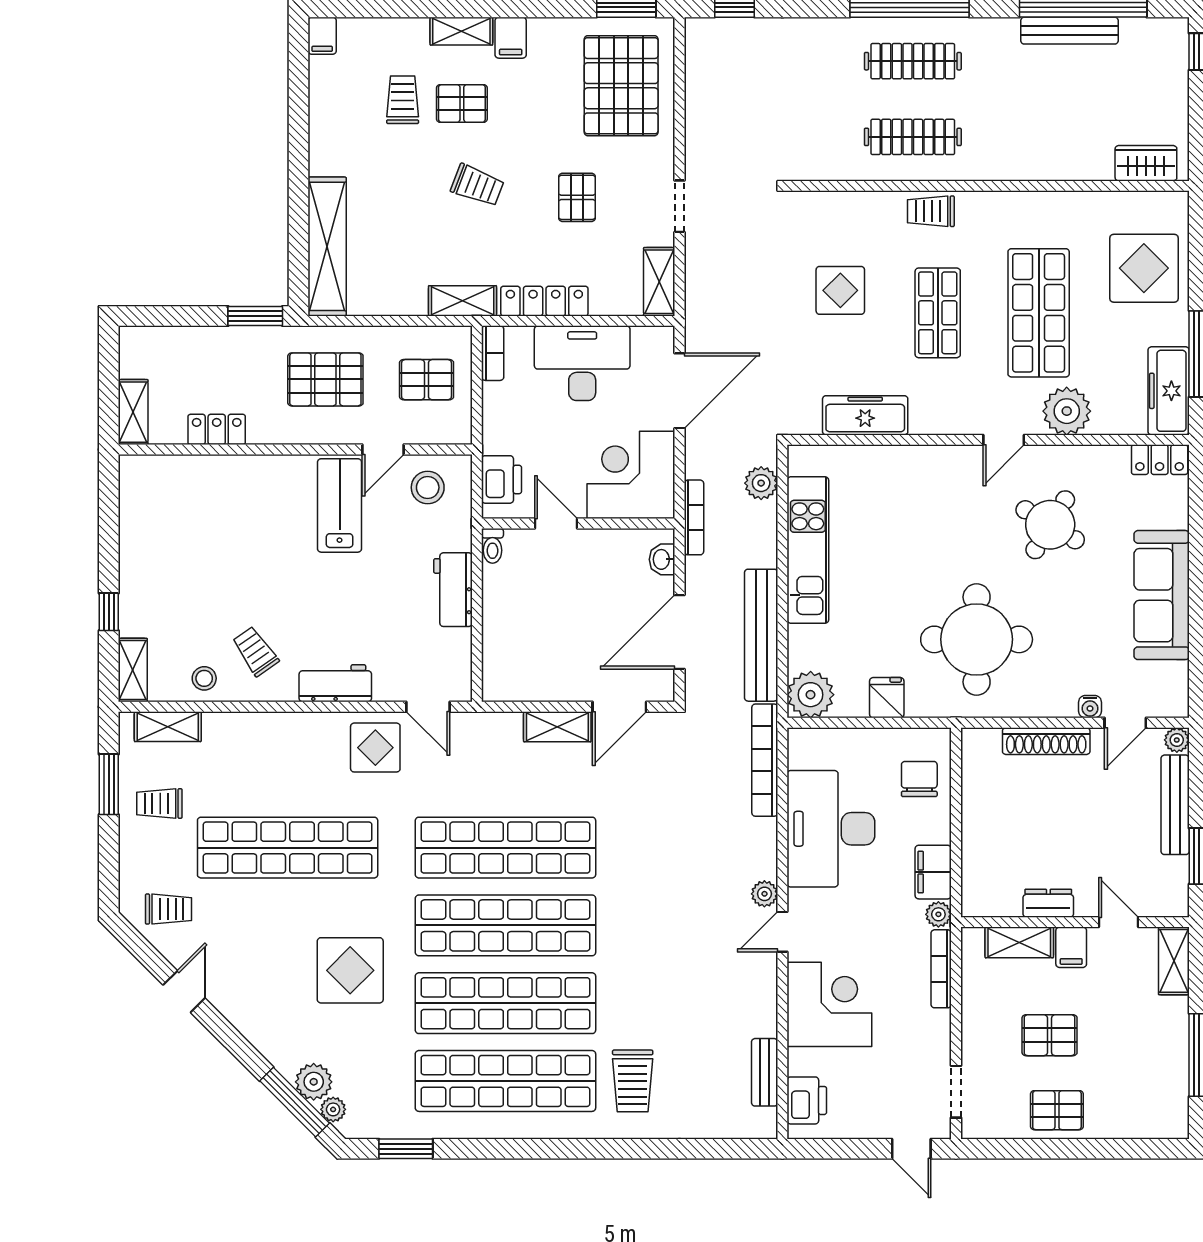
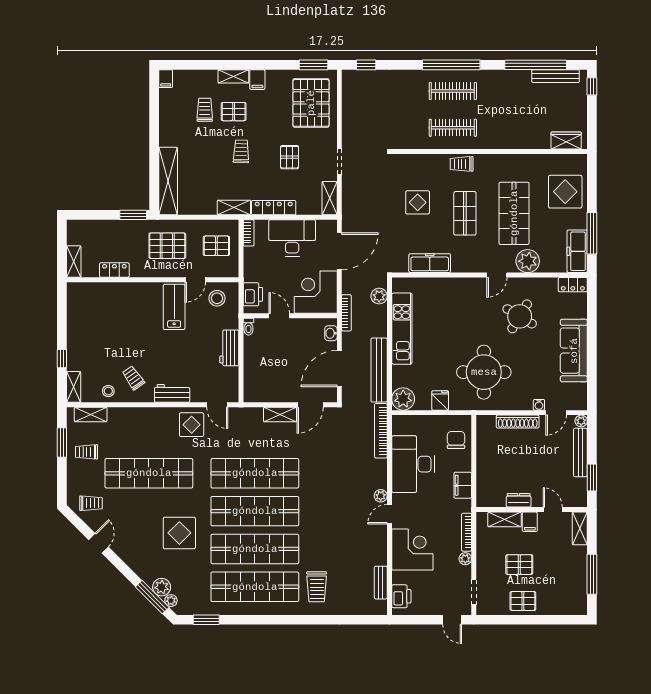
bench: (1069, 31) -> (556, 76), moved
trolley: (477, 185) -> (241, 151), turned -109
plant: (938, 914) -> (465, 559), moved

